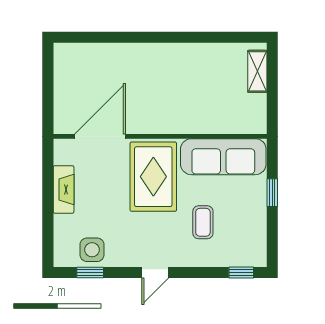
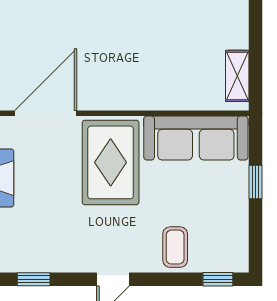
shelving: (257, 71) -> (237, 76), moved
coffee table: (203, 222) -> (175, 247), moved
side table: (92, 250) -> (36, 251), removed

